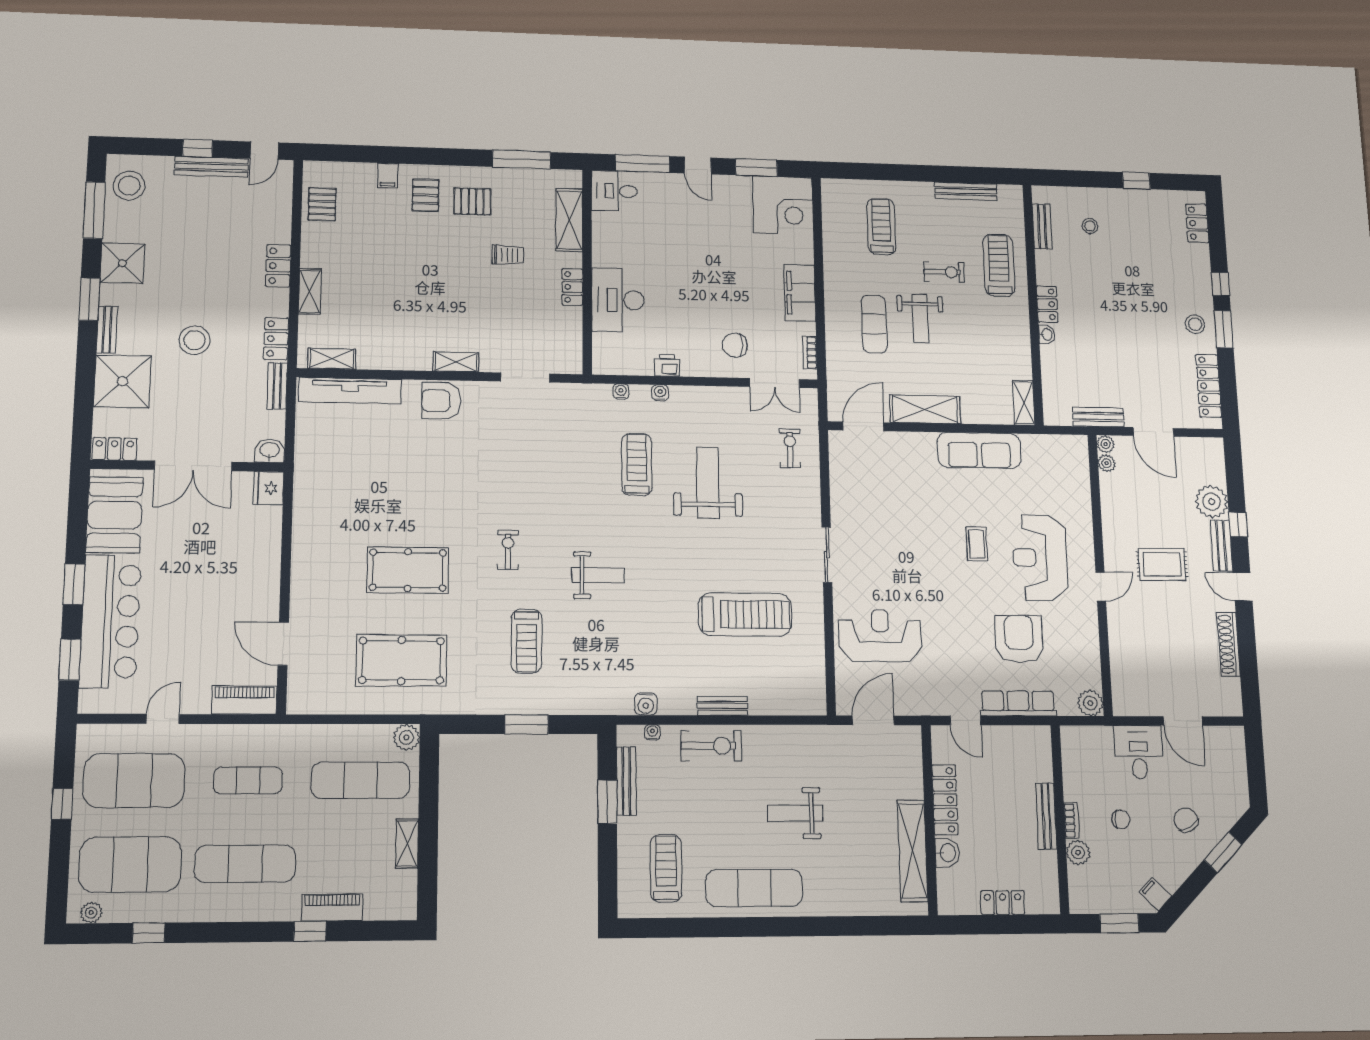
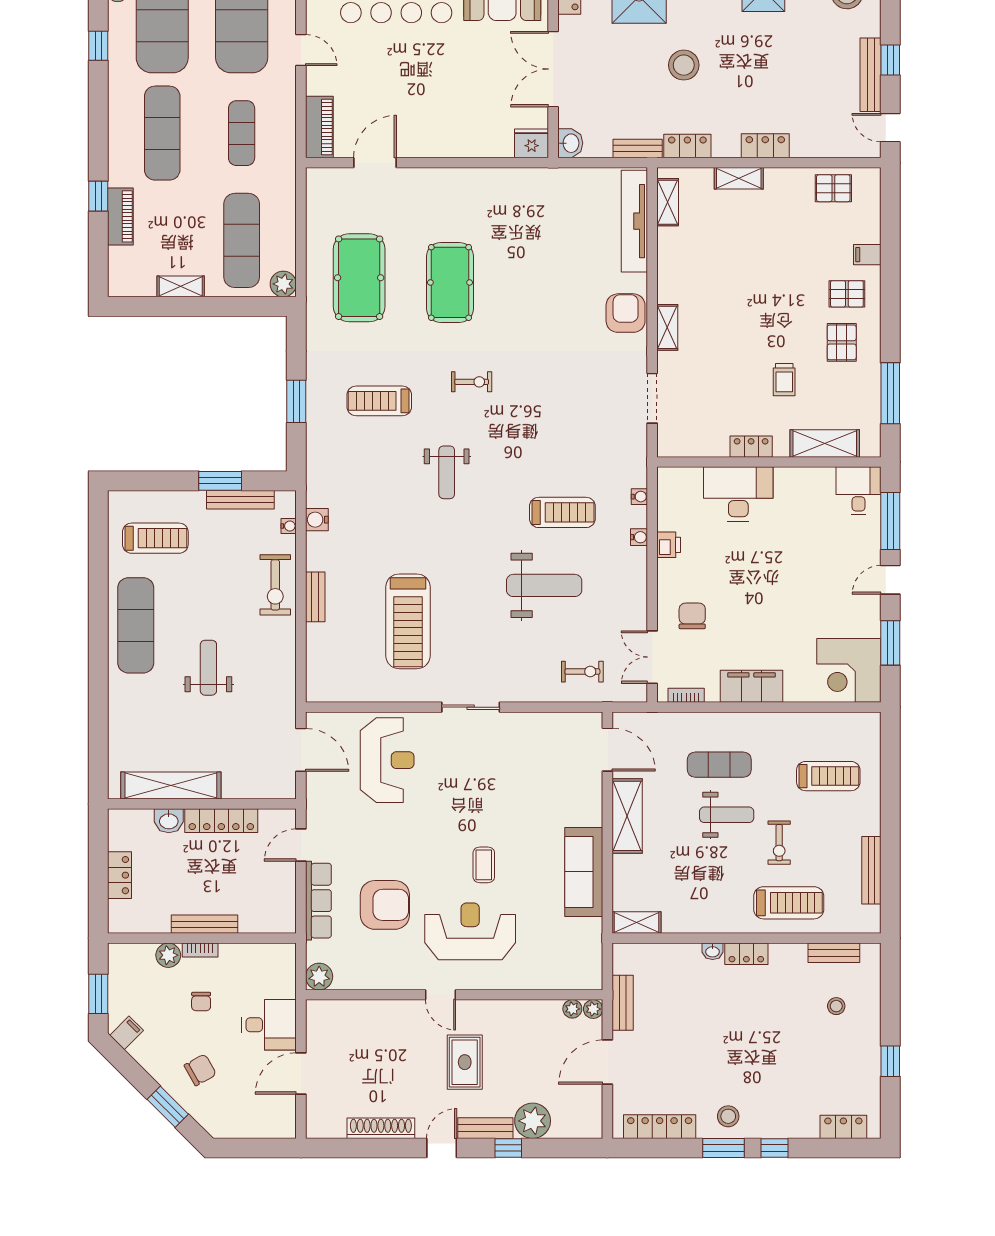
weight bench: (920, 318) -> (727, 815), turned 180
coffee table: (977, 544) -> (484, 865), turned 90

